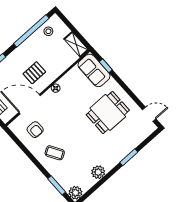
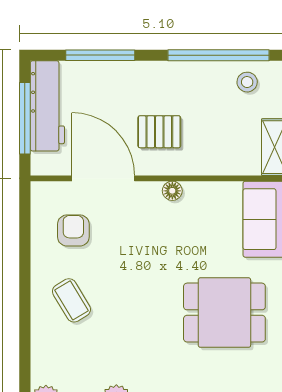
armchair: (35, 130) -> (73, 230), turned 180
window: (57, 185) -> (25, 359), removed

